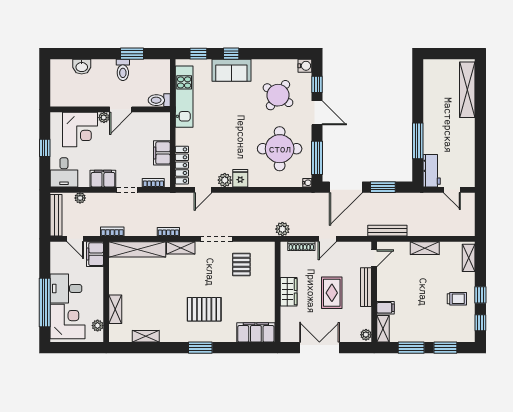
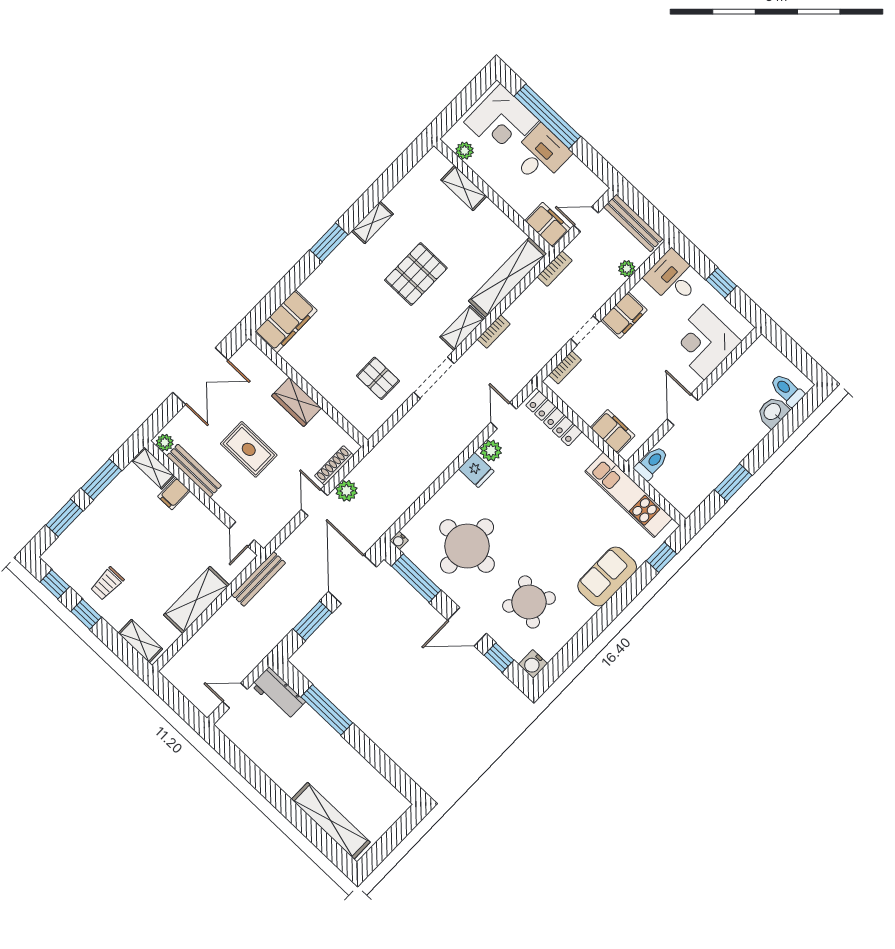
window: (231, 54) -> (626, 594), removed
toilet: (123, 70) -> (787, 390), moved
plant: (104, 118) -> (692, 382), removed
filing cabinet: (162, 153) -> (613, 431), moved
plant: (282, 229) -> (347, 491), moved
shelving: (425, 248) -> (196, 600), width x1.50, depth x1.33
bench: (366, 287) -> (194, 471), moved
pallet: (204, 309) -> (416, 274), moved
shelving: (146, 336) -> (372, 223), moved

